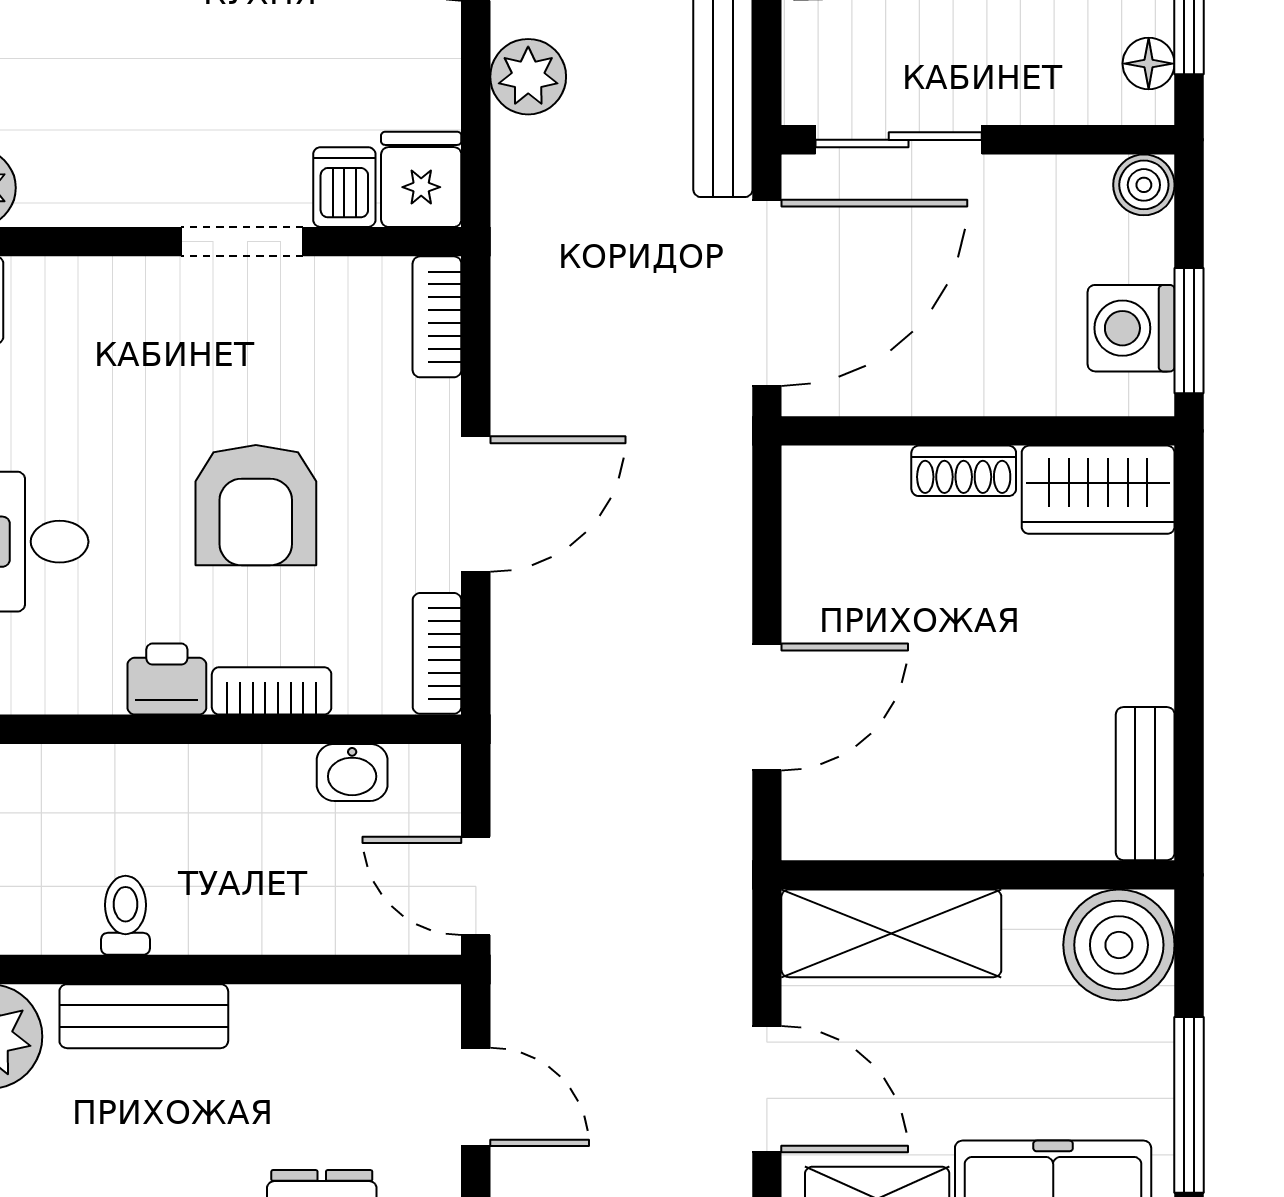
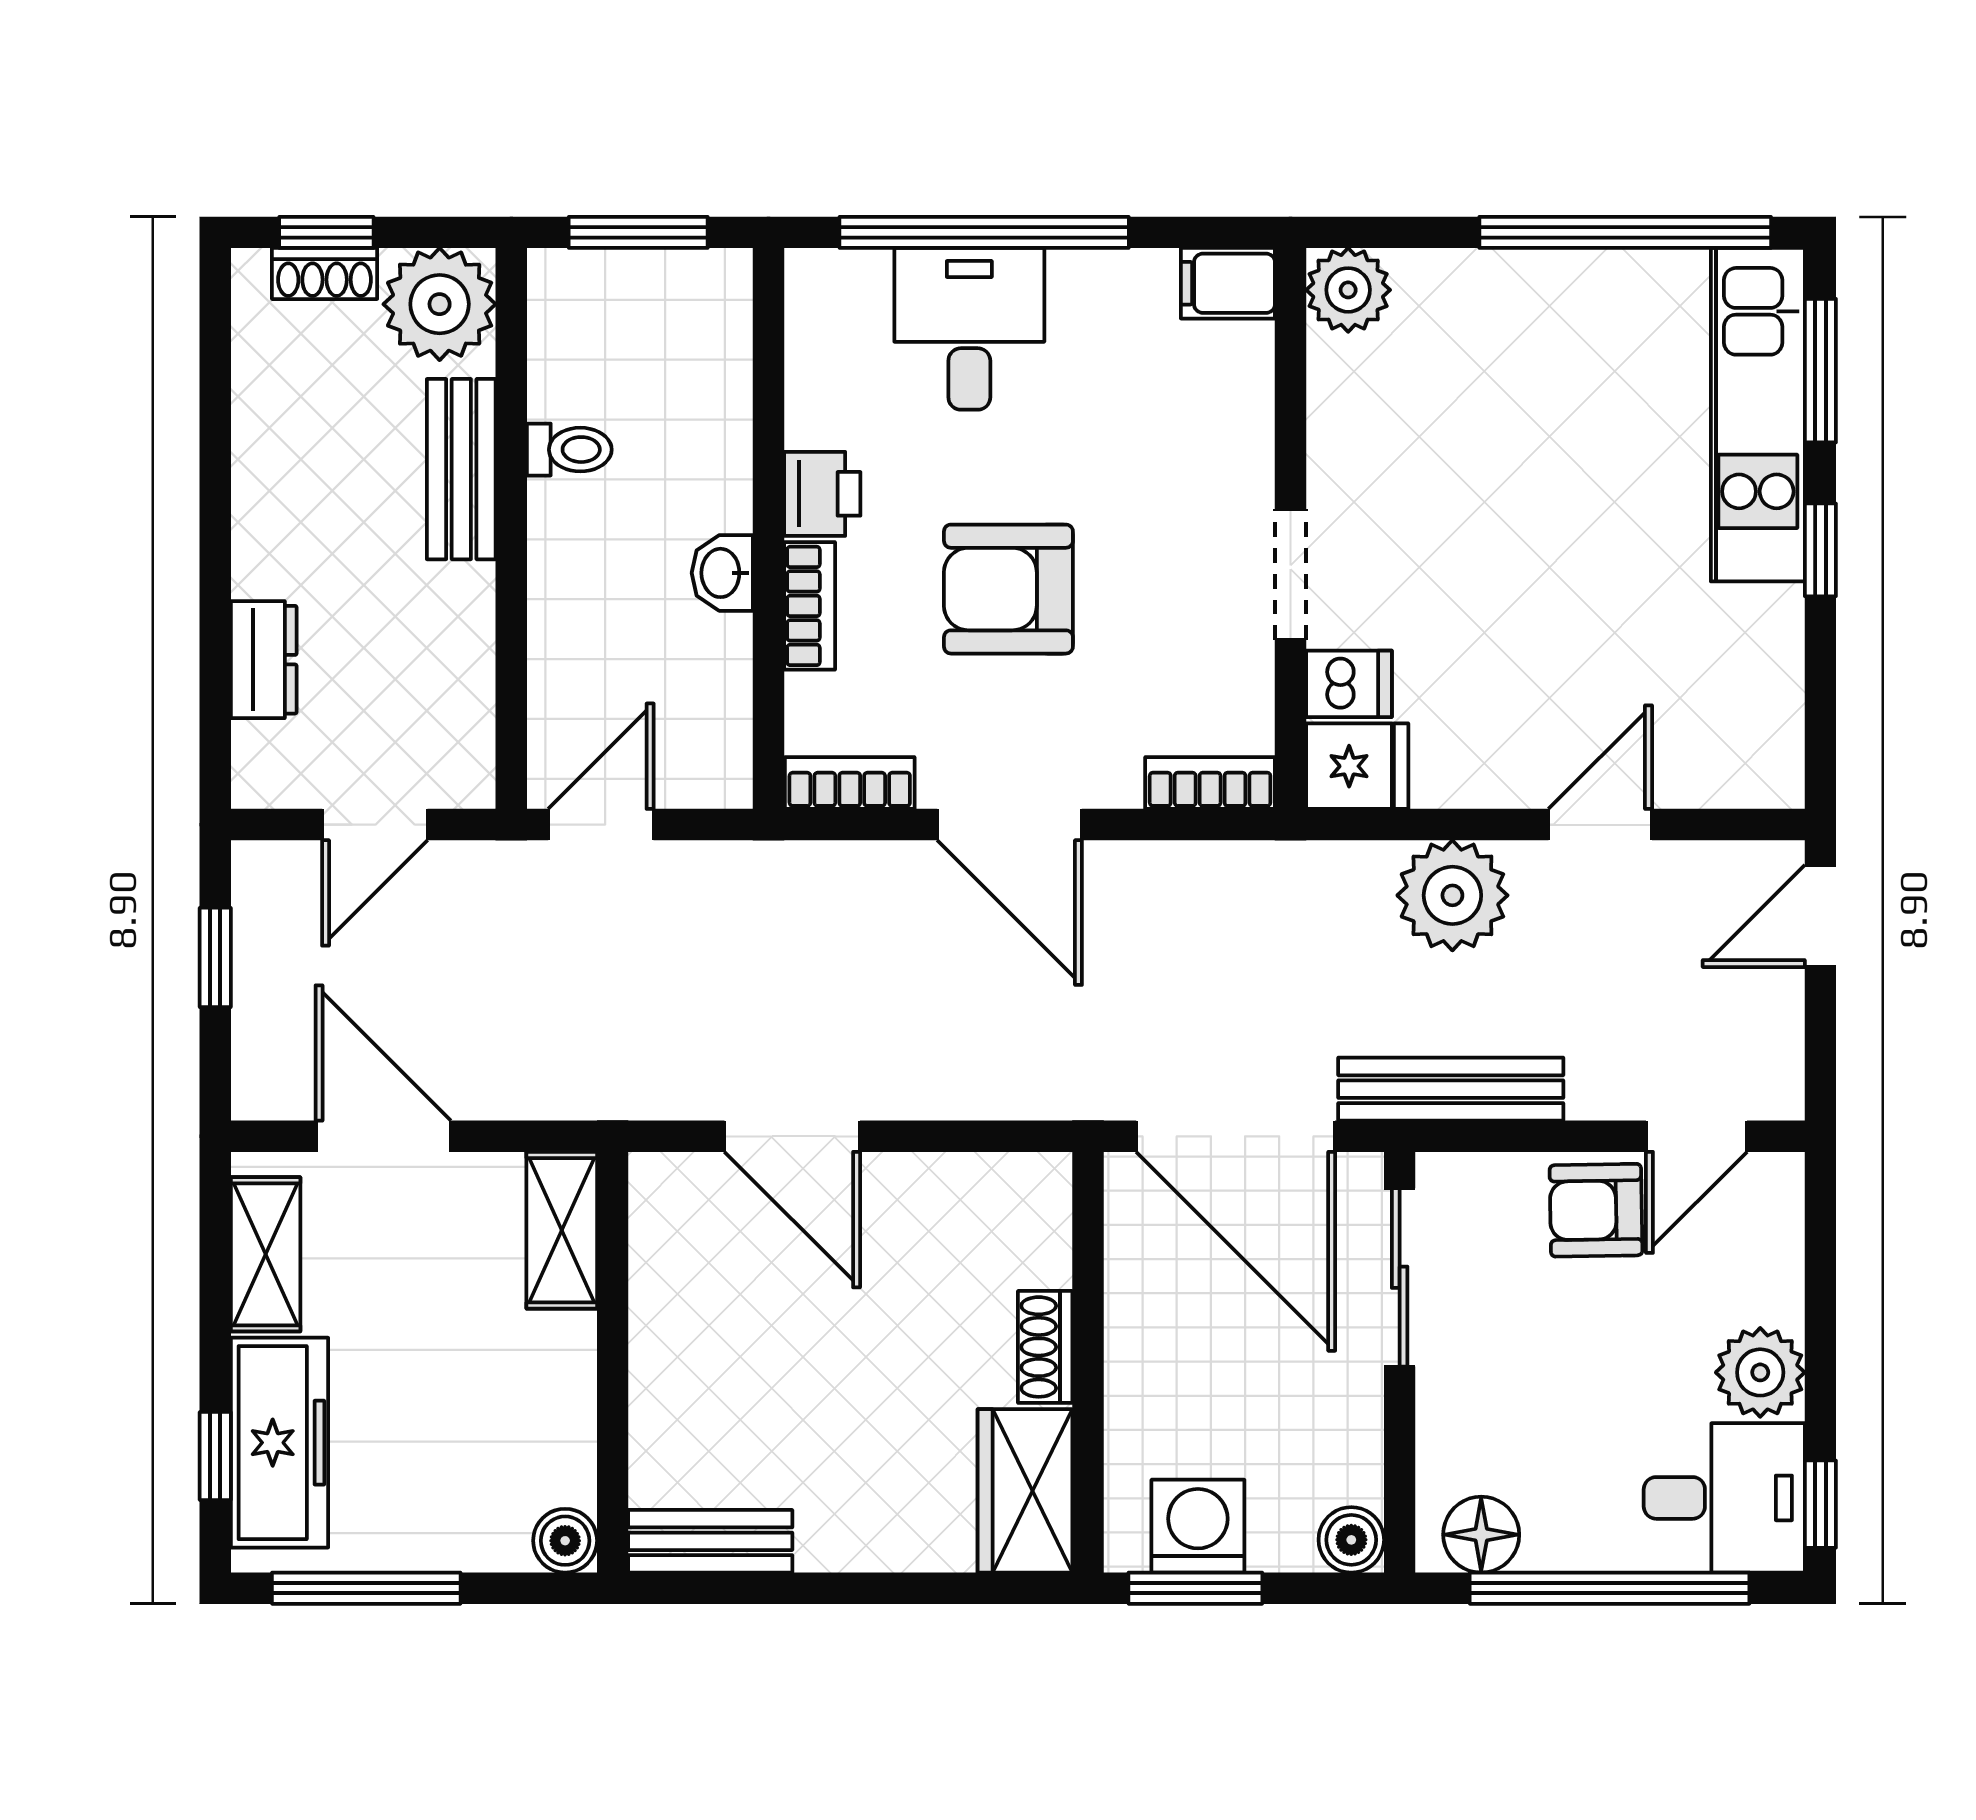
floor lamp: (1149, 64) -> (1481, 1535), width x1.37, depth x1.37
plant: (528, 77) -> (1452, 895), width x1.36, depth x1.36
washbasin: (352, 772) -> (722, 573), moved
shelving: (891, 933) -> (562, 1230), width x0.67, depth x0.75
boiler: (1119, 945) -> (565, 1541), width x0.54, depth x0.54
door: (767, 1089) -> (383, 1136), swing flipped

